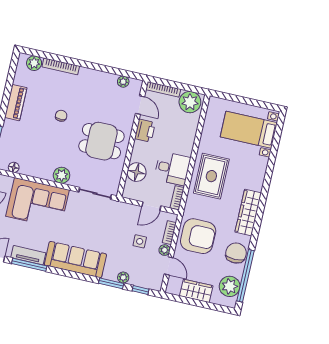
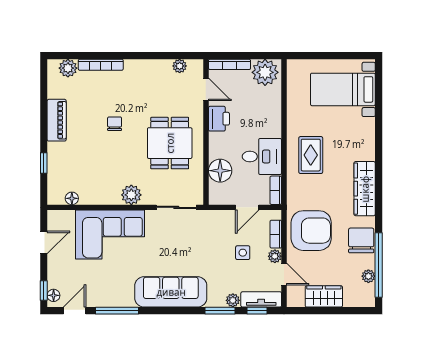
dining table: (101, 141) -> (170, 143), turned 90
rug: (211, 176) -> (311, 155), width x0.73, depth x0.70
tv unit: (28, 255) -> (261, 299), moved
plant: (230, 286) -> (368, 276), width x0.53, depth x0.53

